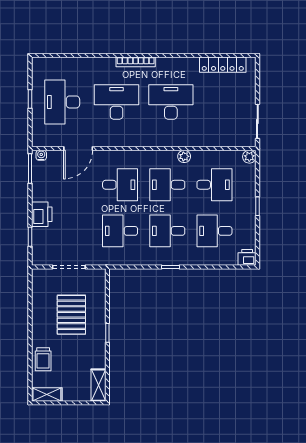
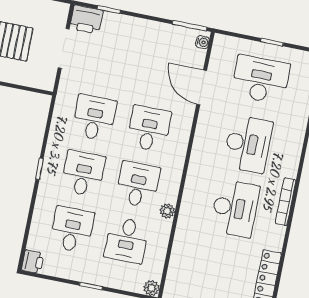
bookcase: (136, 62) -> (286, 202), moved
desk: (120, 185) -> (149, 129), turned 180
printer: (42, 214) -> (86, 20), moved

